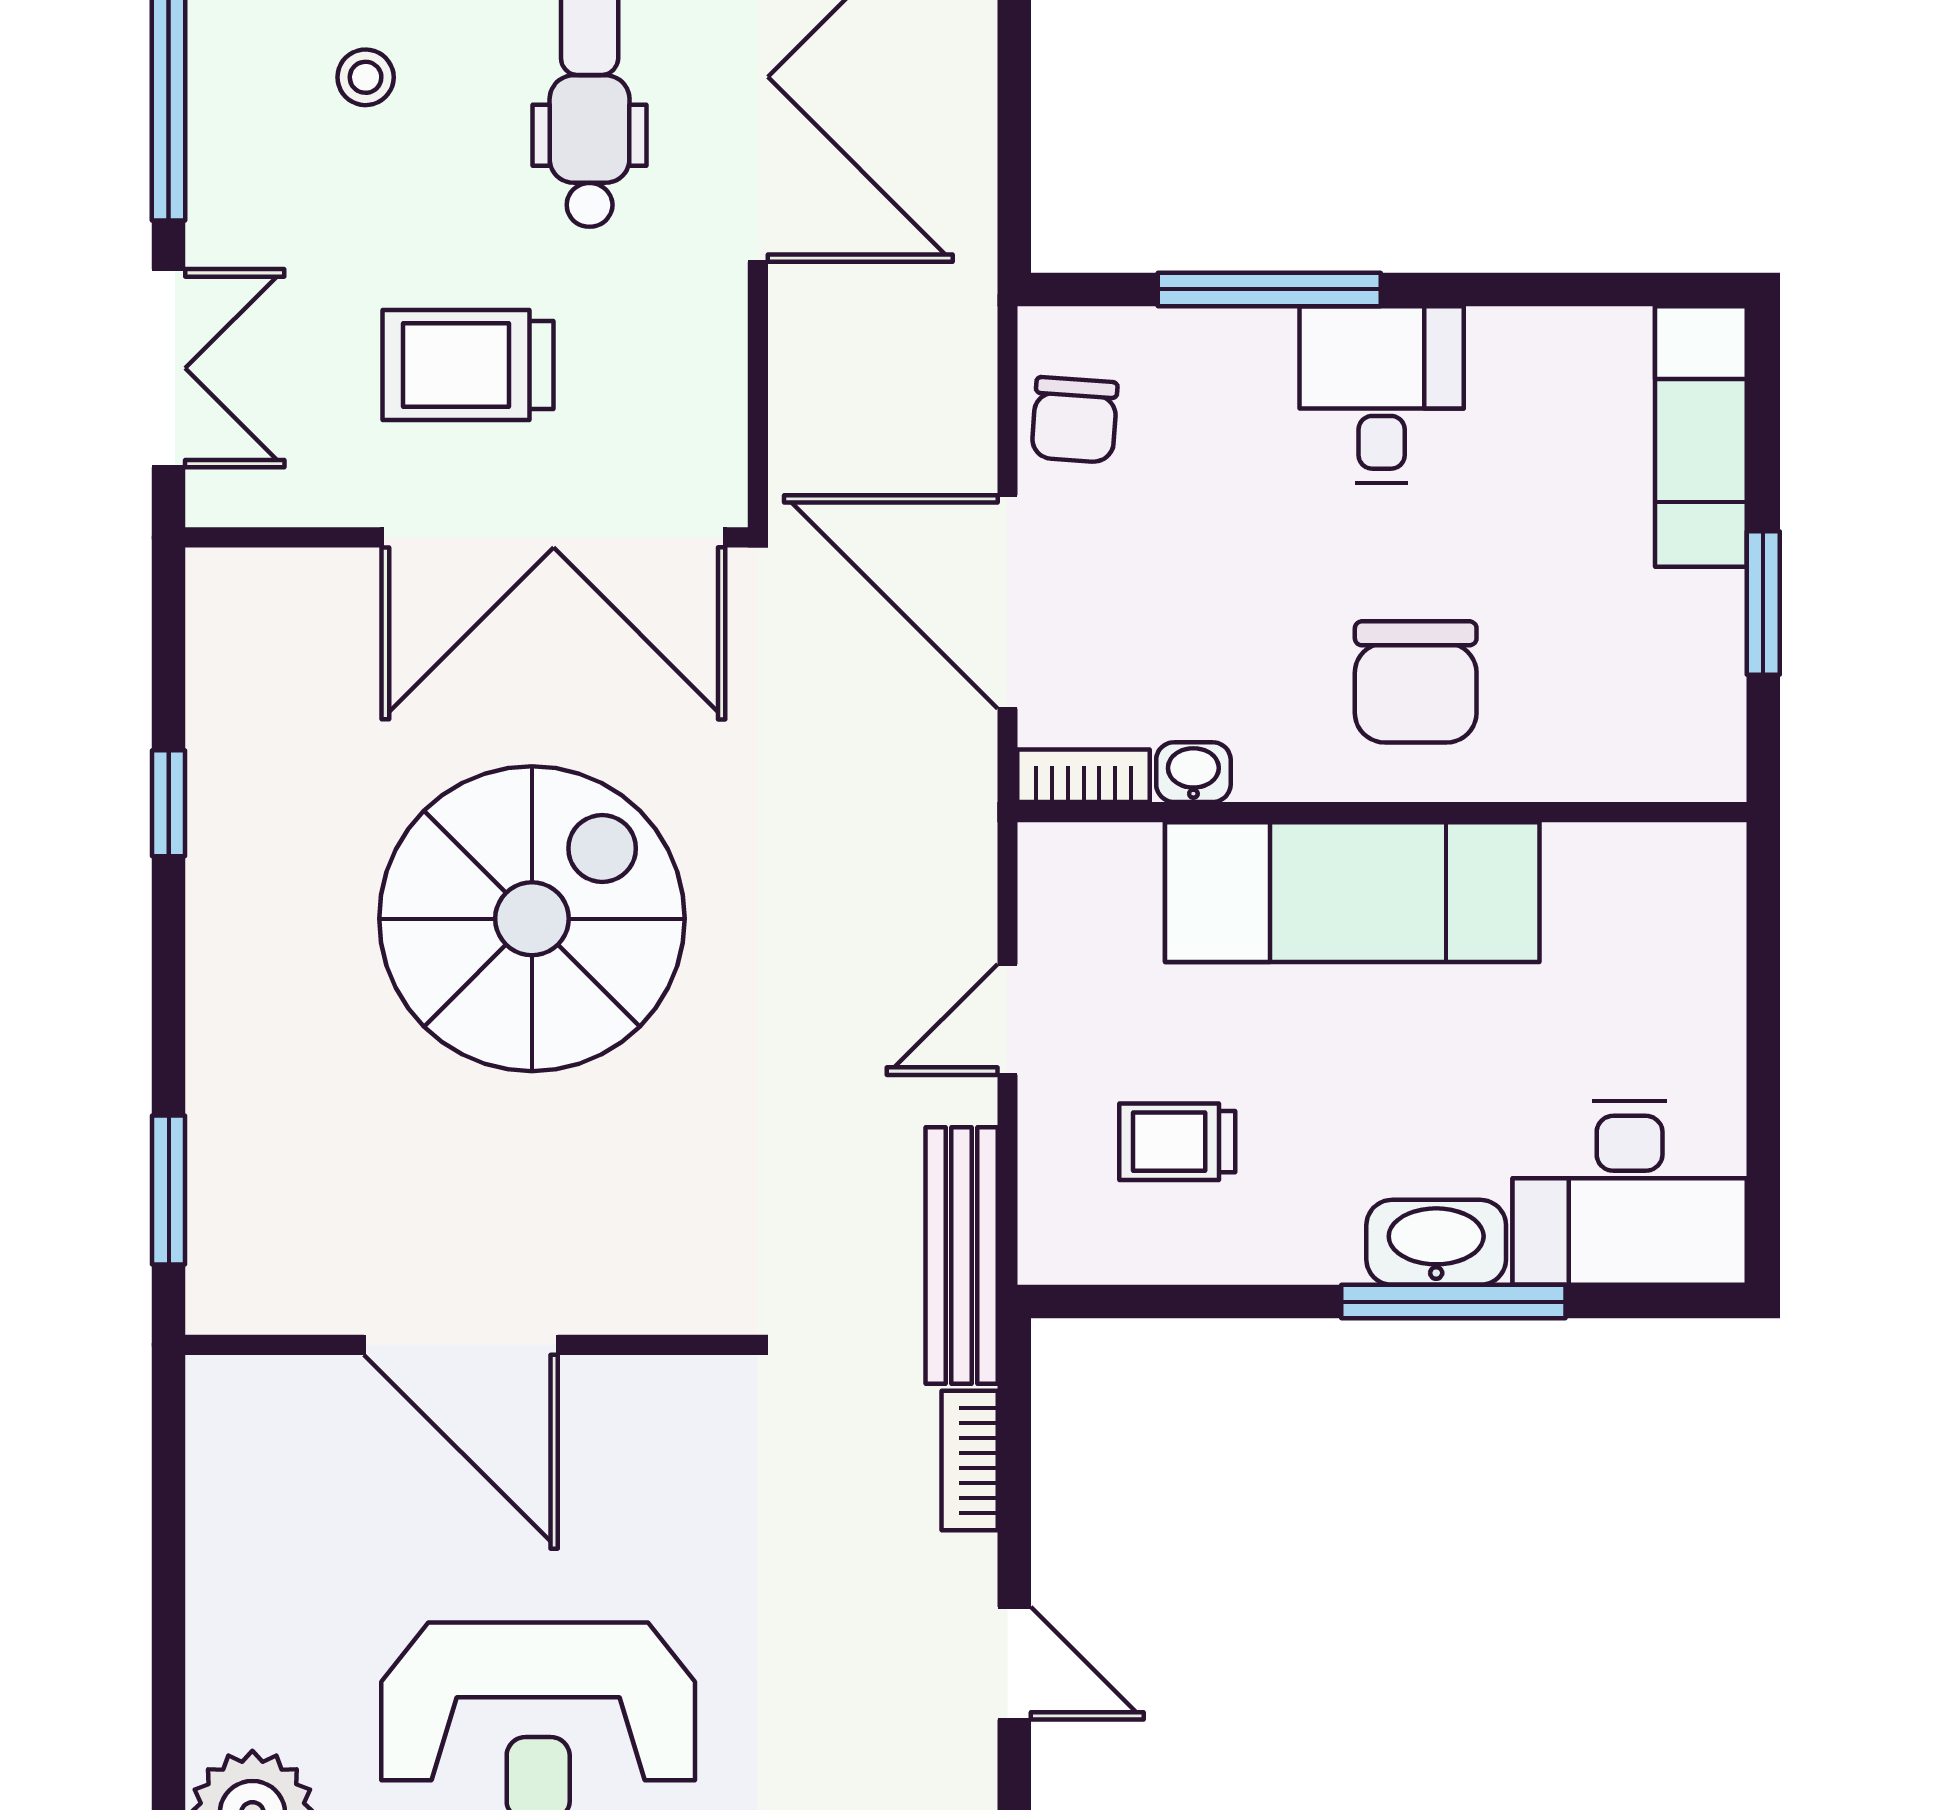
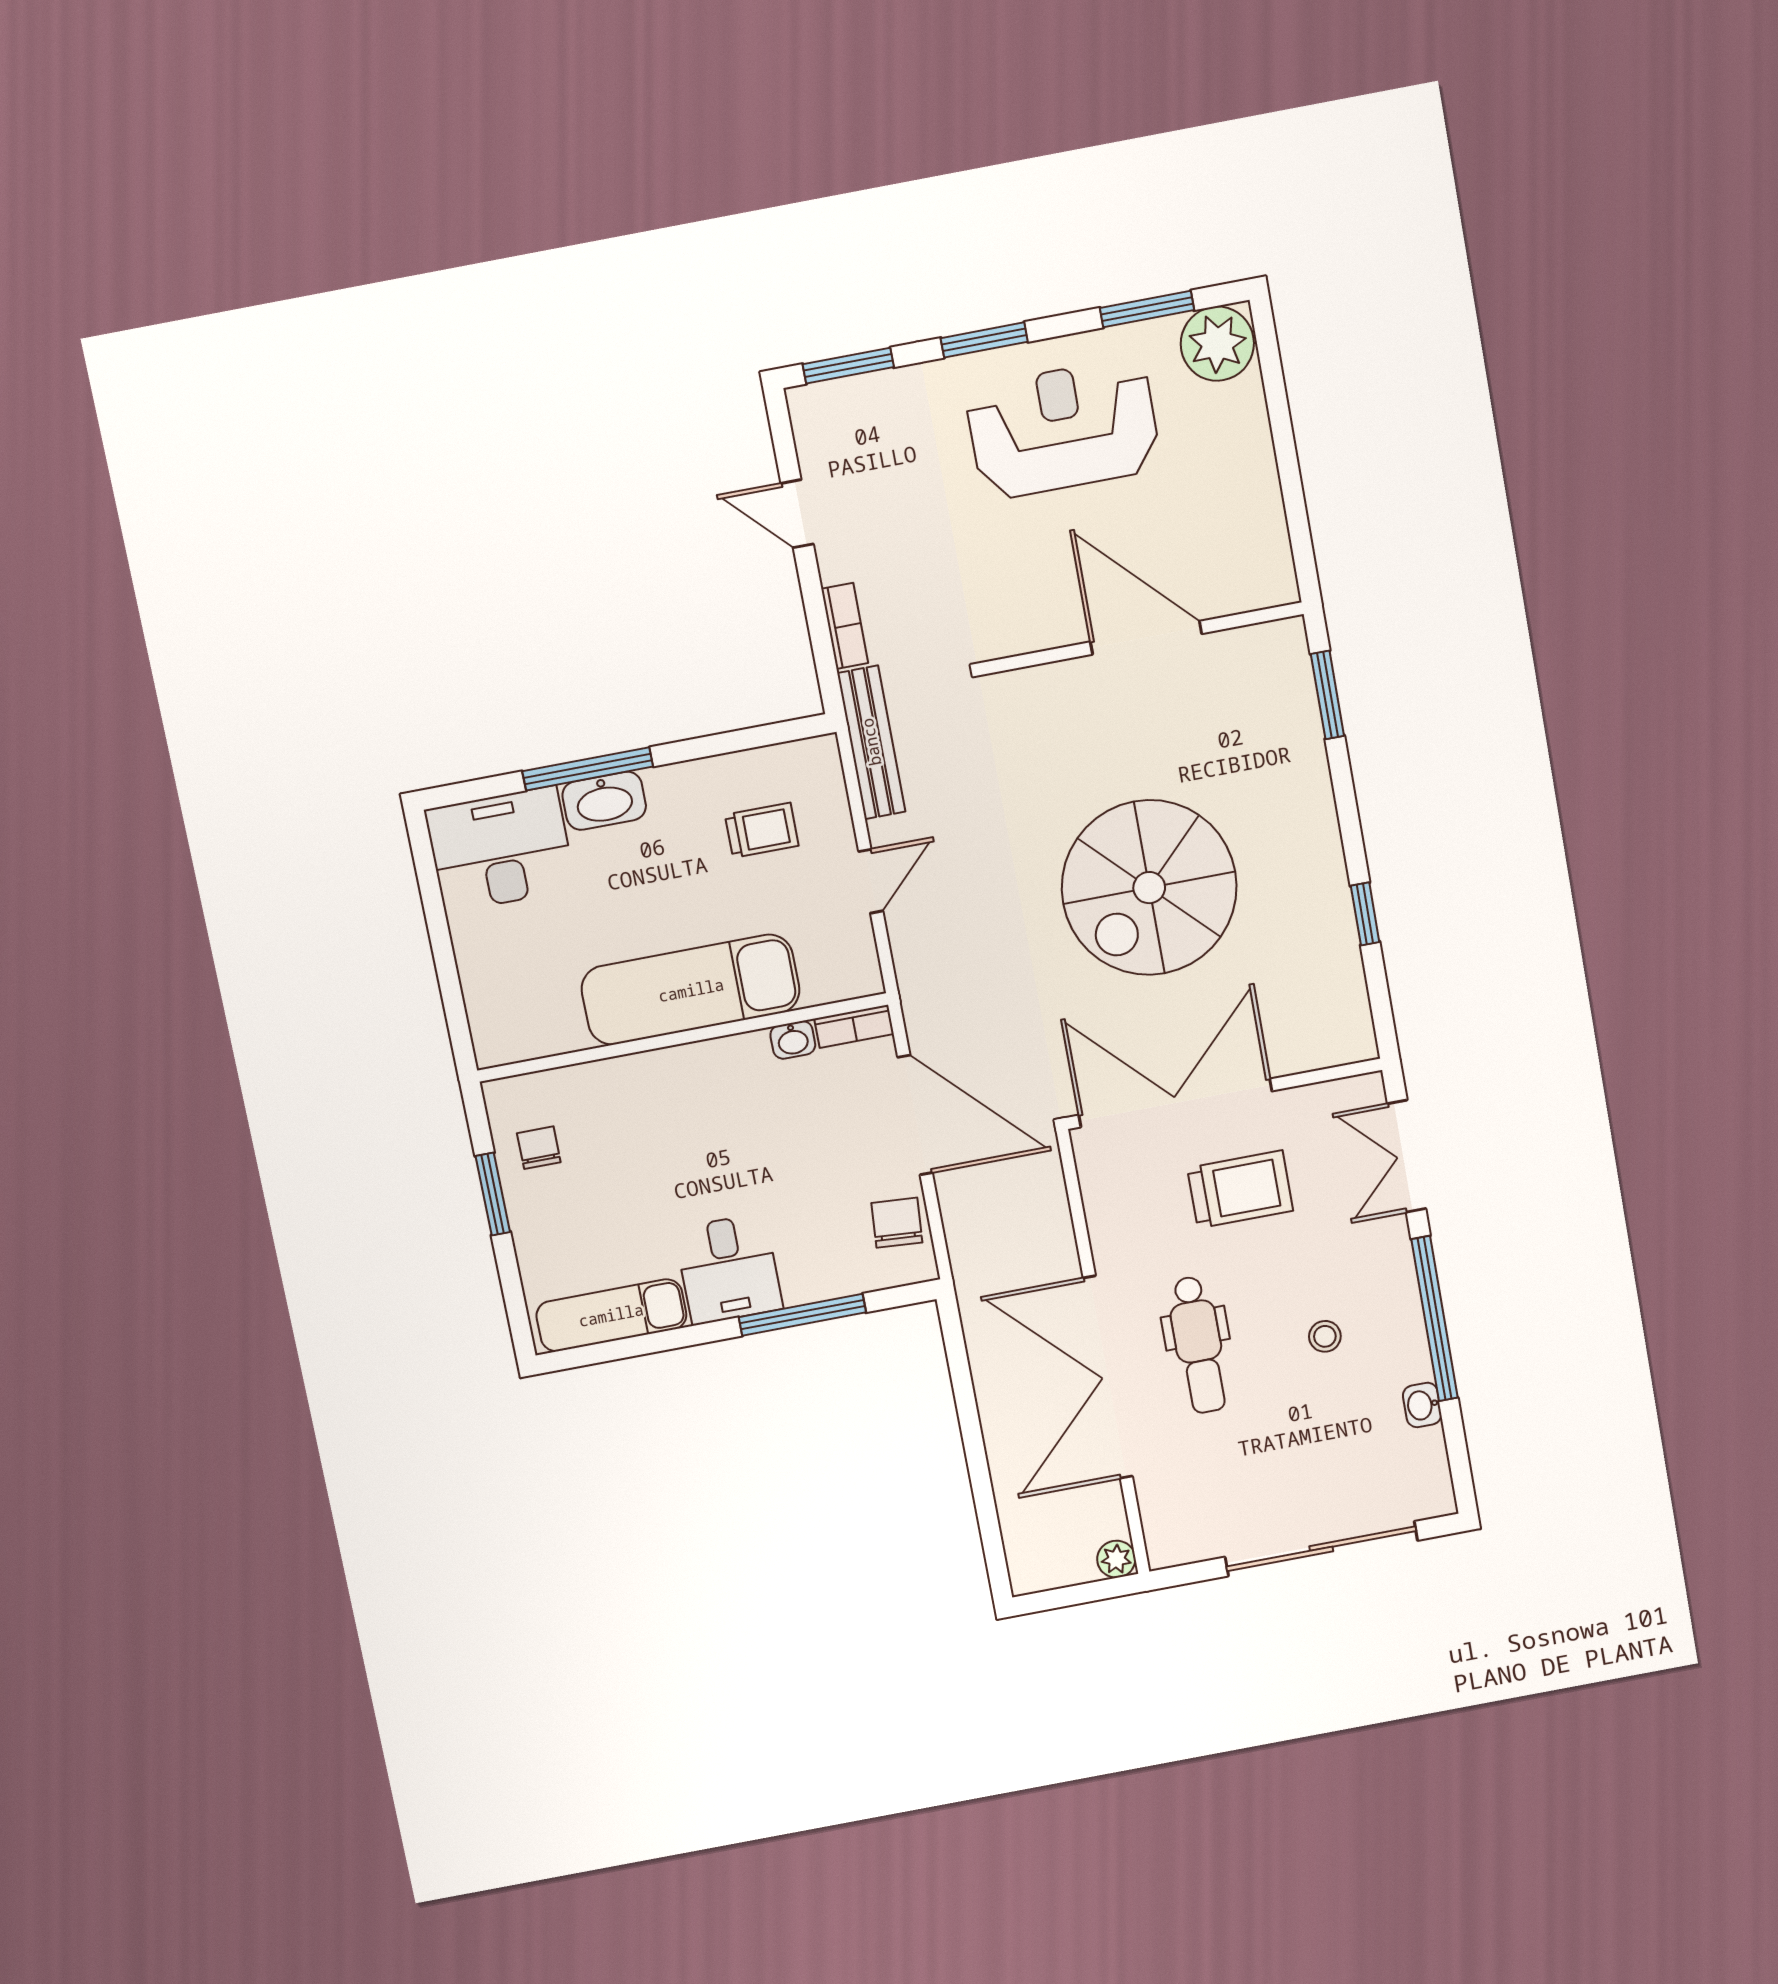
exam couch: (1701, 437) -> (611, 1315), moved, turned -90
chair: (1416, 682) -> (539, 1148), moved, width x0.54, depth x0.54

